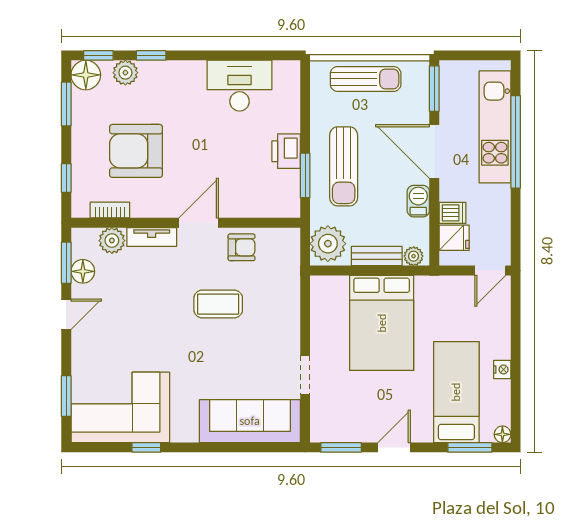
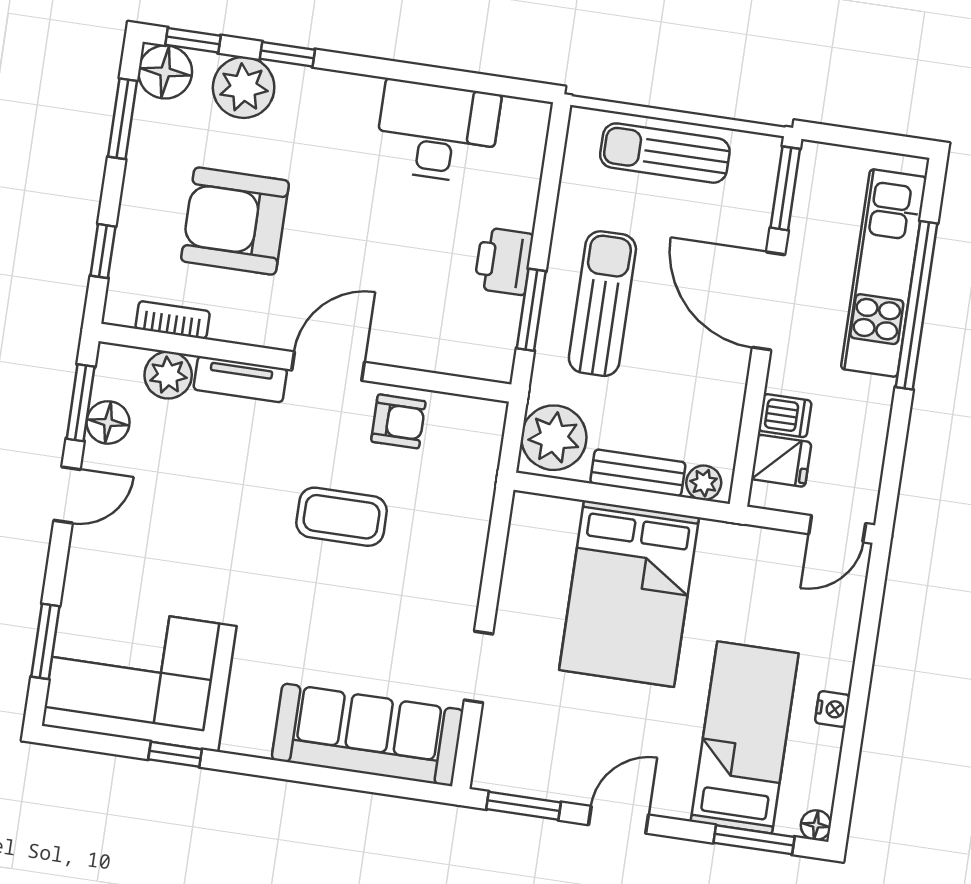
plant: (125, 73) -> (244, 87), width x1.36, depth x1.36
sun lounger: (366, 79) -> (665, 153), turned 180
sun lounger: (344, 166) -> (602, 304), turned 180
barbecue: (418, 201) -> (727, 385), removed

